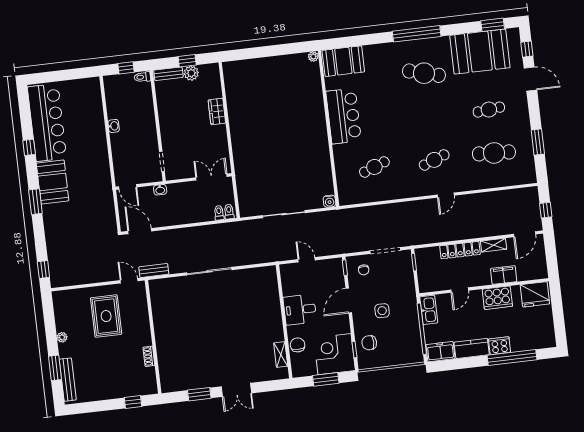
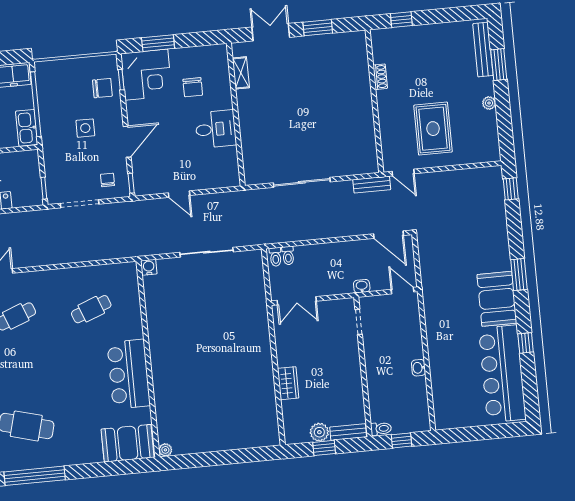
desk: (300, 310) -> (216, 129), moved
wall: (284, 321) -> (236, 114), moved
shelving: (281, 355) -> (241, 73), moved

